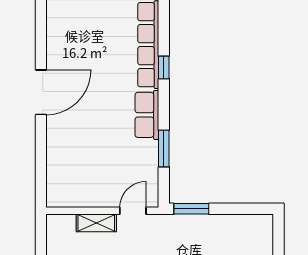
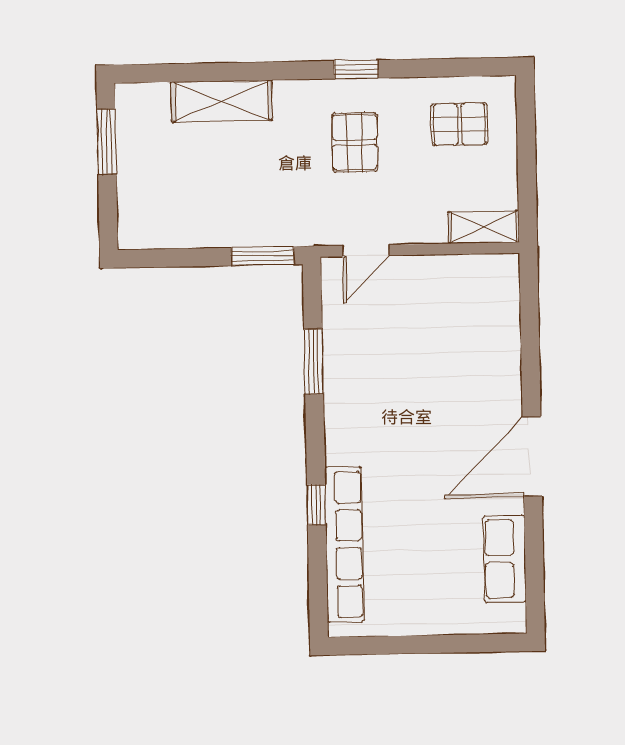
row of seats: (147, 115) -> (505, 559), moved, turned 180
shelving: (96, 223) -> (484, 227), moved

